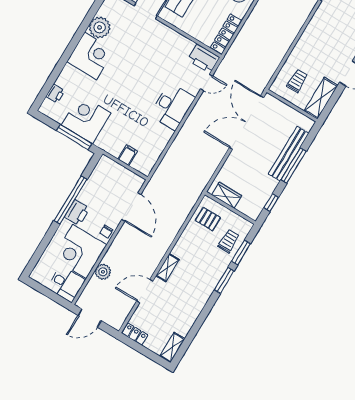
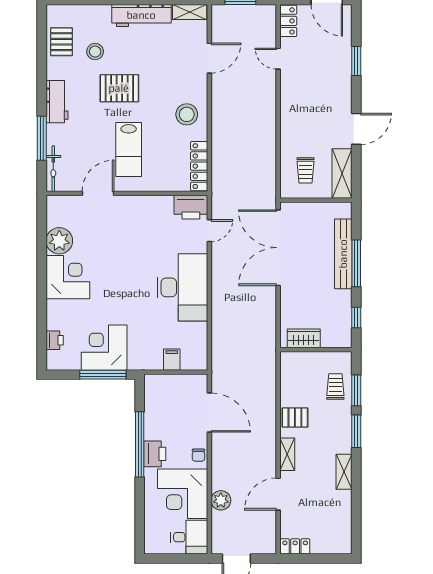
trolley: (297, 81) -> (306, 170), turned 180
desk: (172, 106) -> (182, 287), width x1.36, depth x1.30
pallet: (208, 219) -> (295, 417), moved
shelving: (172, 347) -> (344, 472), moved

